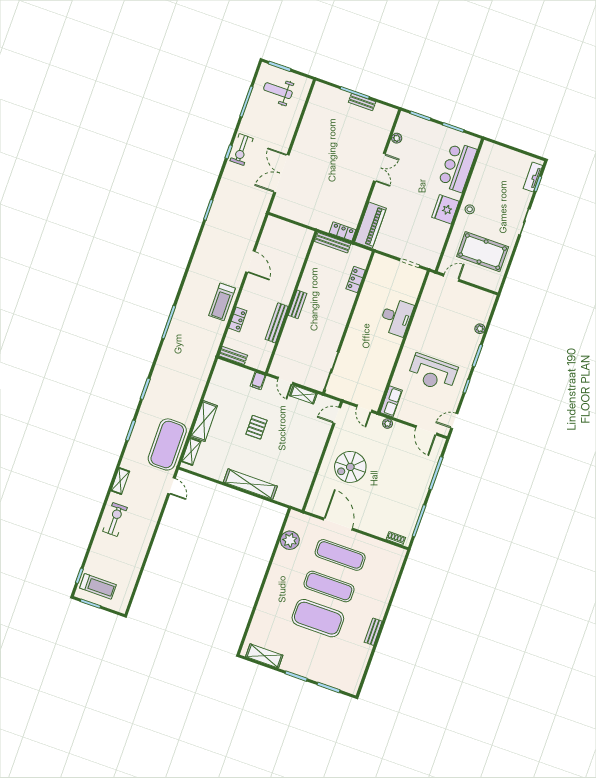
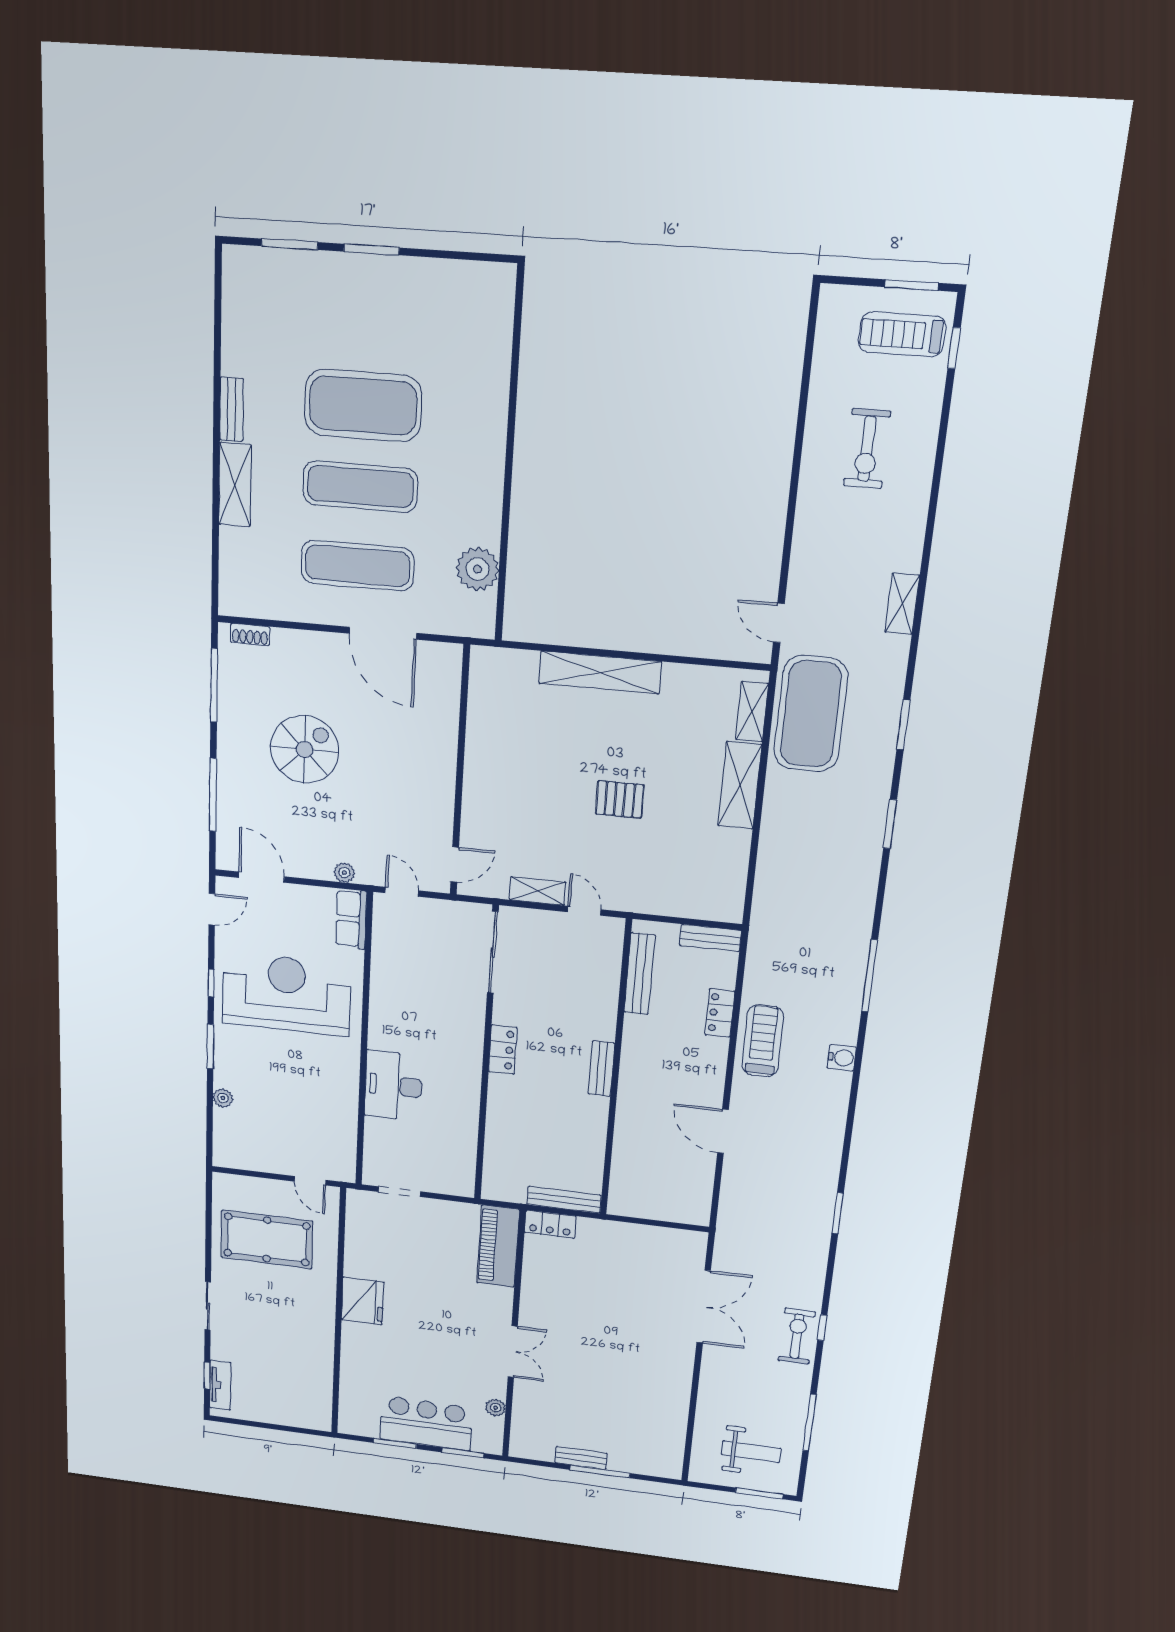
double door: (379, 167) -> (513, 1352), swing flipped
bar counter: (458, 167) -> (426, 1423), moved, turned -90
stool: (470, 209) -> (317, 1309), removed
door: (451, 278) -> (310, 1181), hinge flipped
locker: (356, 280) -> (503, 1050), moved
water cooler: (189, 286) -> (842, 1058), added
bench: (277, 323) -> (640, 974), moved
reception desk: (433, 373) -> (286, 994), width x1.36, depth x1.30
filing cabinet: (258, 381) -> (643, 898), removed
pallet: (256, 427) -> (620, 799), turned 90
spiral stairs: (350, 467) -> (305, 749), moved
exercise bike: (115, 519) -> (867, 449), moved
shelving: (264, 656) -> (235, 485), moved, turned 90

